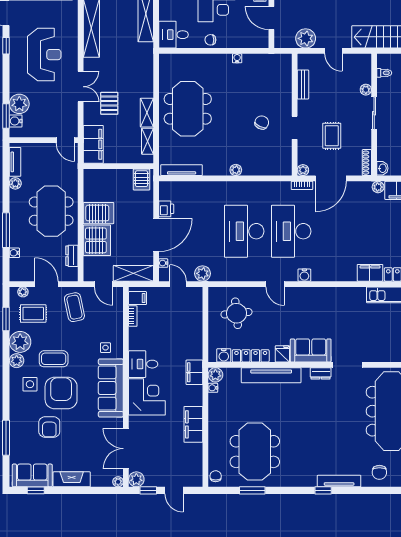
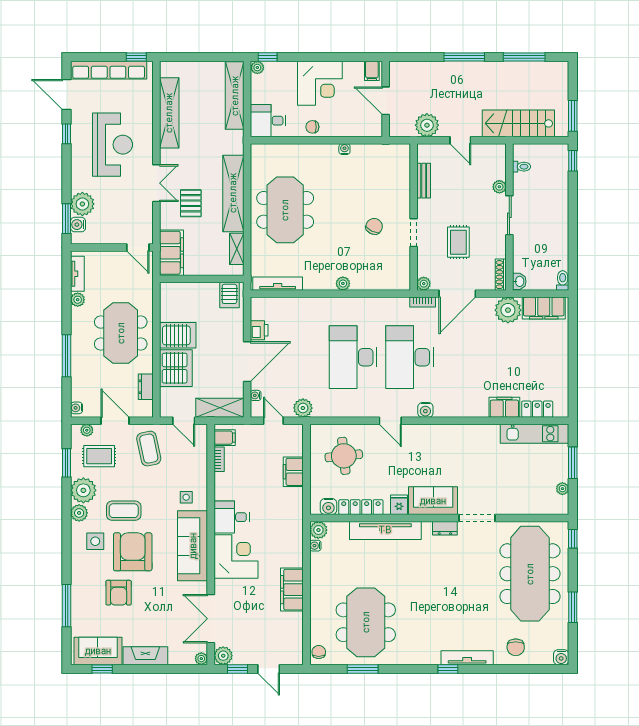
shelving: (147, 113) -> (233, 193), width x2.20, depth x1.33
plant: (378, 187) -> (508, 310), width x1.87, depth x1.87
water cooler: (14, 253) -> (77, 408), moved
filing cabinet: (194, 372) -> (293, 472), moved

